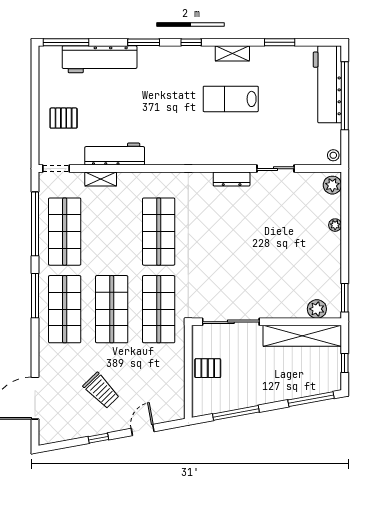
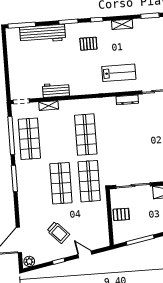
lab bench: (231, 99) -> (119, 73), moved, turned 180
pallet: (64, 118) -> (88, 44), moved
workbench: (115, 154) -> (56, 90), width x0.73
shop shelf: (65, 309) -> (33, 185), removed
door: (143, 430) -> (85, 254), hinge flipped
plant: (50, 435) -> (29, 261), added

